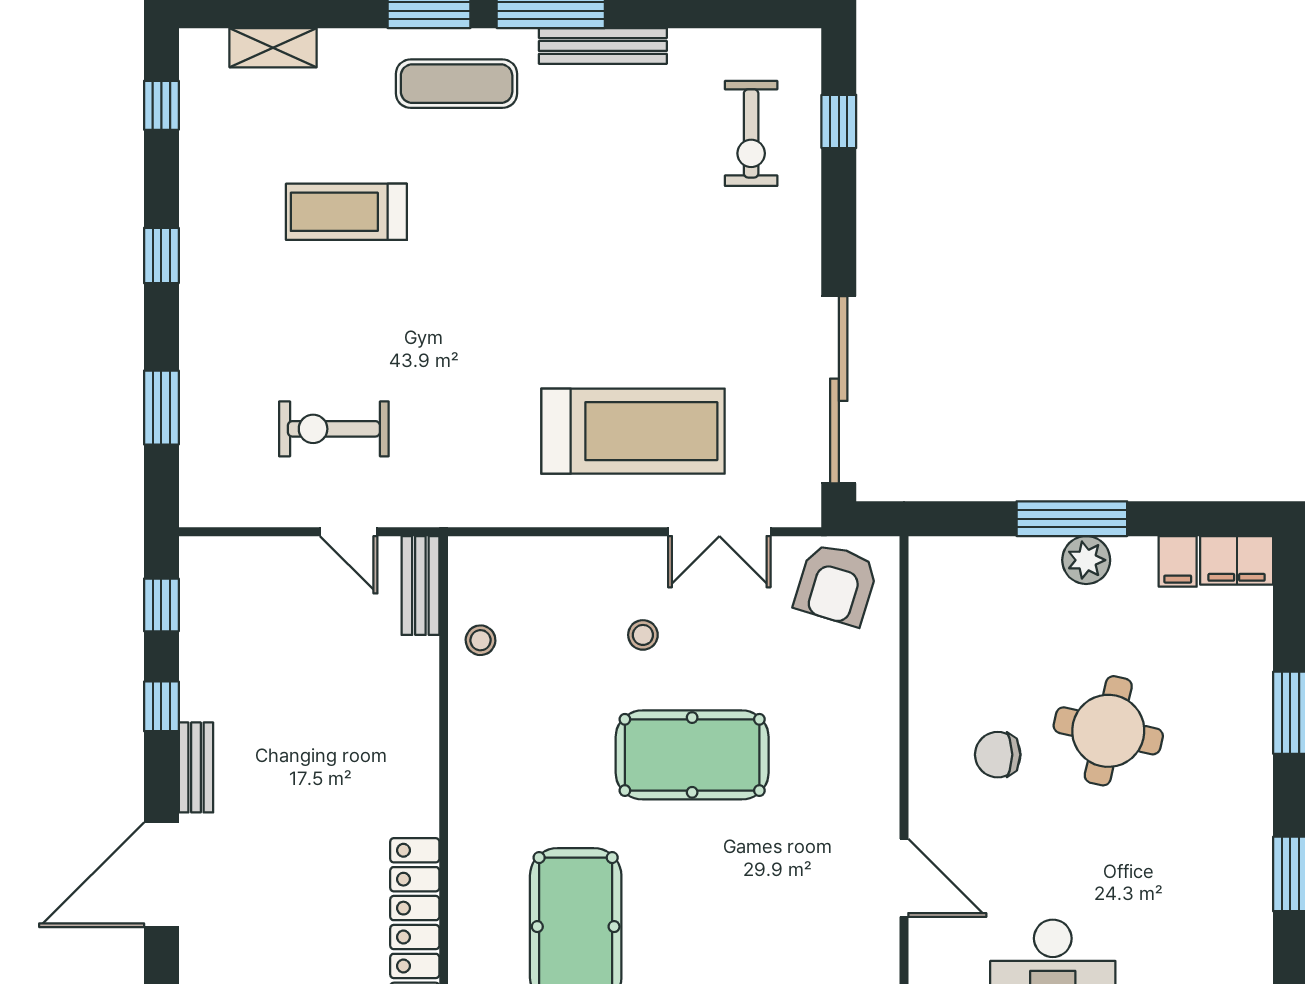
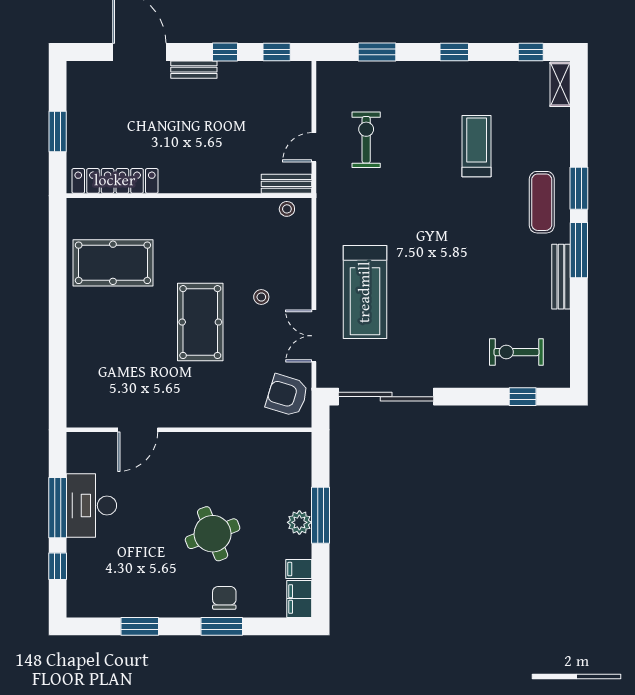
shelving: (273, 48) -> (560, 84), moved
stool: (481, 640) -> (287, 209), moved
round table: (1108, 731) -> (213, 534), turned -34
chair: (998, 755) -> (224, 598), moved

